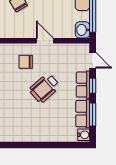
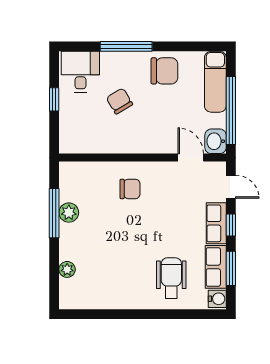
door: (45, 41) -> (191, 158), moved
chair: (26, 62) -> (130, 189), turned 180
wheelchair: (44, 88) -> (171, 278), moved, turned 131

